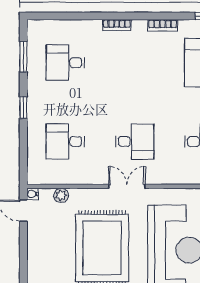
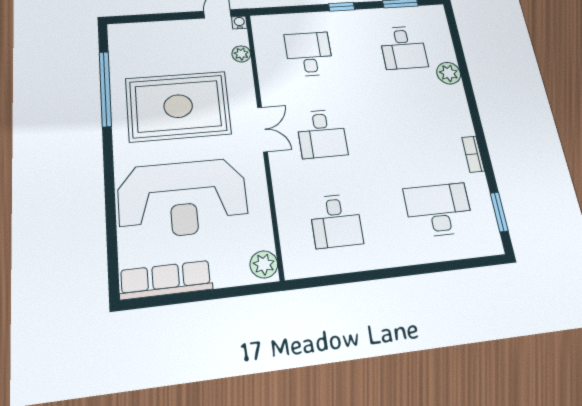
bookcase: (117, 25) -> (460, 101), removed
plant: (92, 29) -> (449, 73), added
desk: (65, 63) -> (403, 48), turned 180

